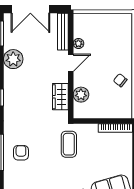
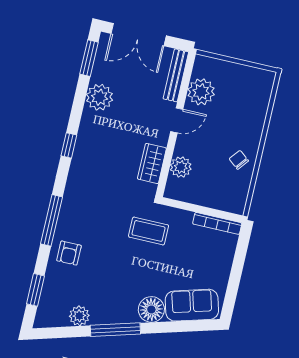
plant: (78, 44) -> (201, 92), width x1.88, depth x1.88
coffee table: (69, 144) -> (149, 231), turned 90
armchair: (21, 153) -> (69, 253), moved, turned 180

